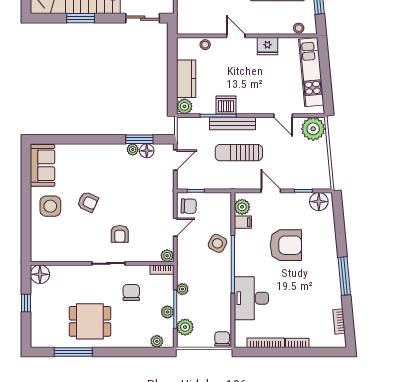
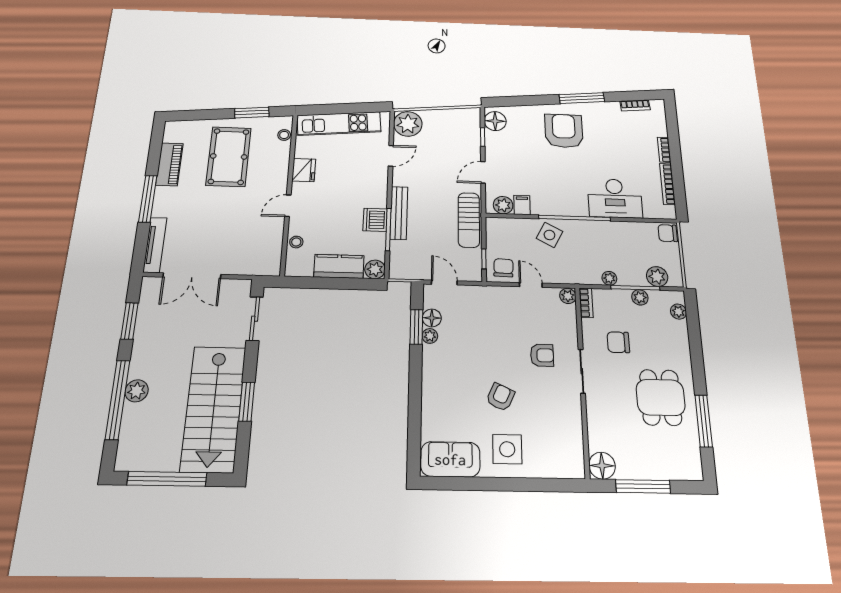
sun lounger: (239, 153) -> (469, 220), moved
armchair: (286, 245) -> (564, 131), moved
window: (26, 303) -> (643, 486), width x2.17

